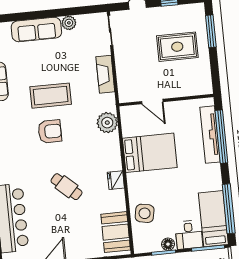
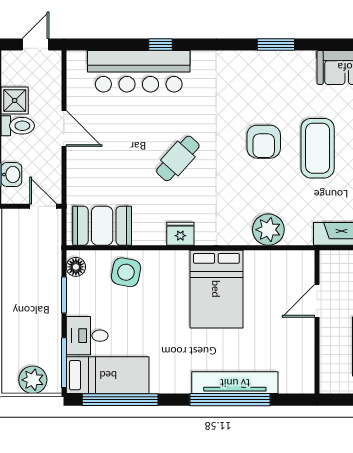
wall: (166, 100) -> (317, 322), moved
door: (152, 102) -> (317, 301), moved
floor lamp: (168, 244) -> (76, 267), moved

